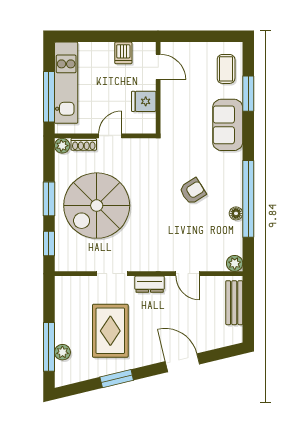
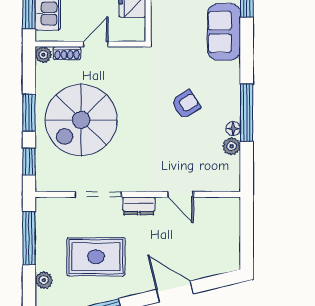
window: (248, 199) -> (247, 113), width x0.68
plant: (235, 263) -> (232, 146), moved
doorway: (112, 274) -> (98, 194), width x1.38
bench: (234, 303) -> (231, 226), removed
rug: (110, 331) -> (96, 257), turned 90
window: (49, 347) -> (29, 238), moved

